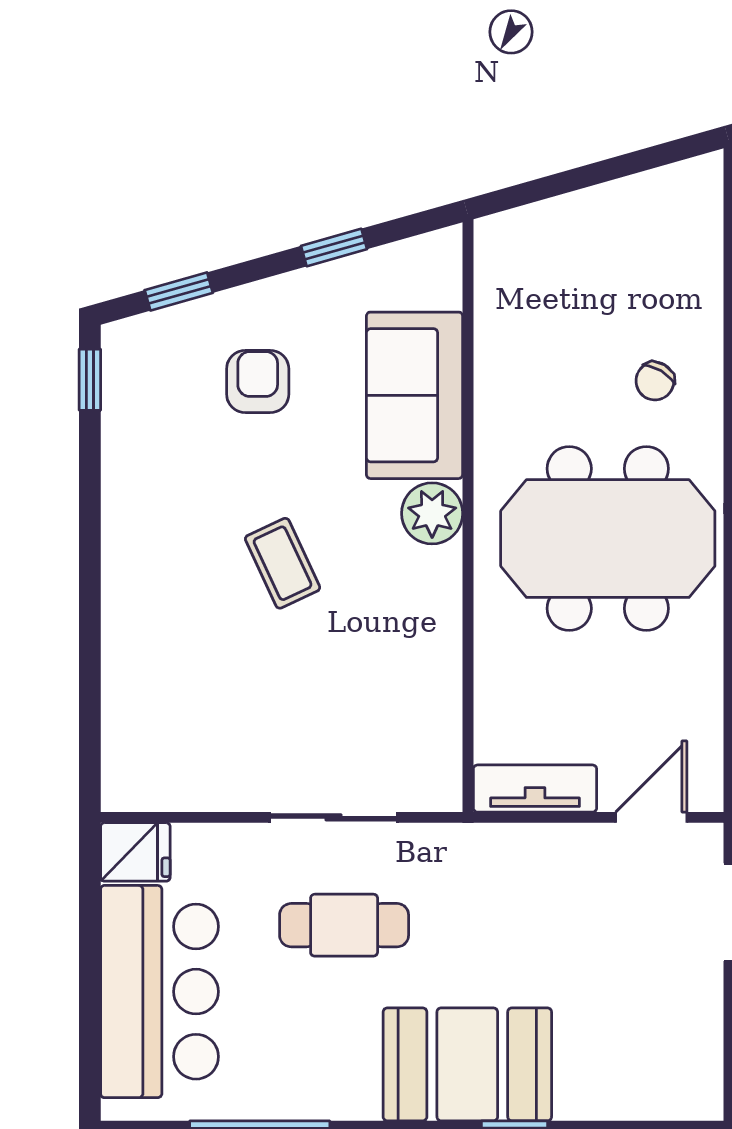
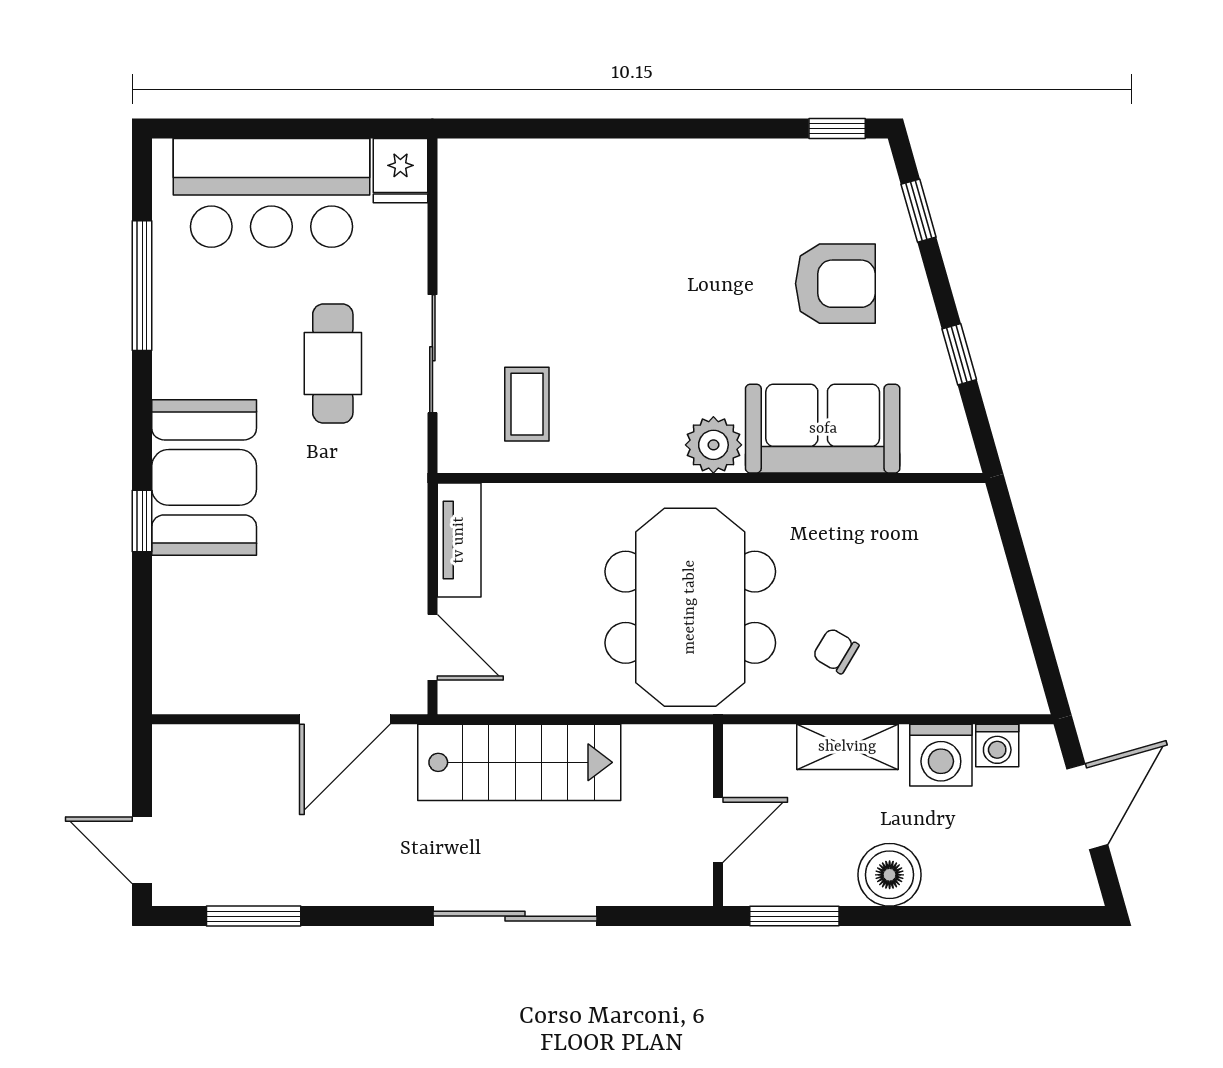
armchair: (258, 381) -> (835, 284), width x1.38, depth x1.38
coffee table: (283, 563) -> (527, 404), moved, turned -65

